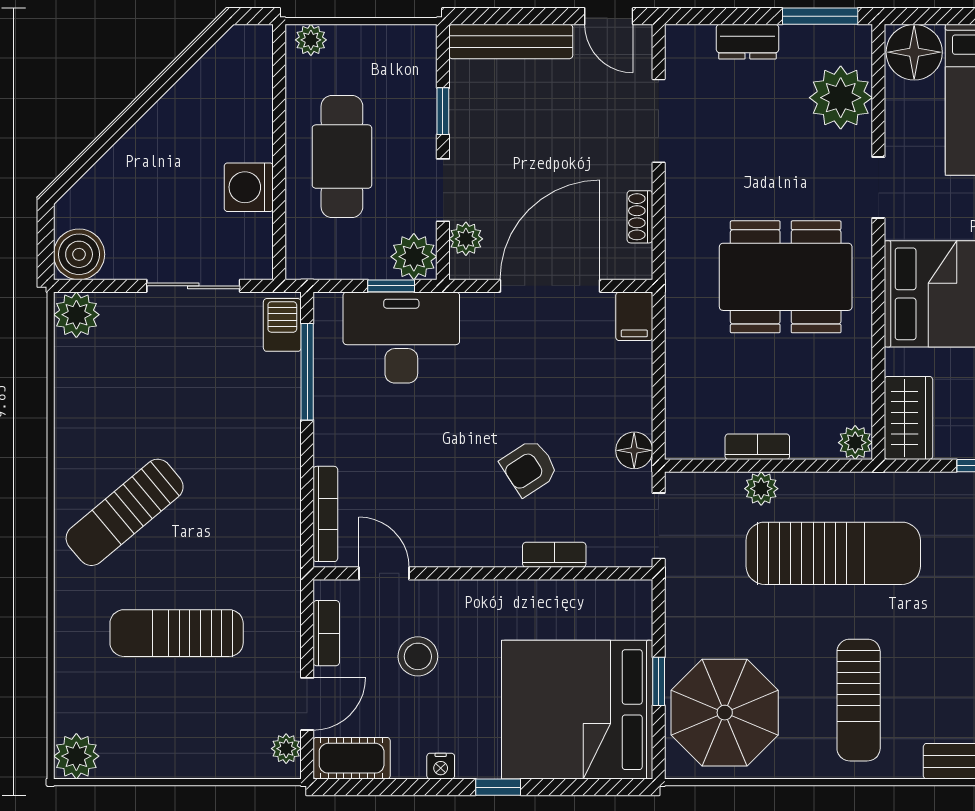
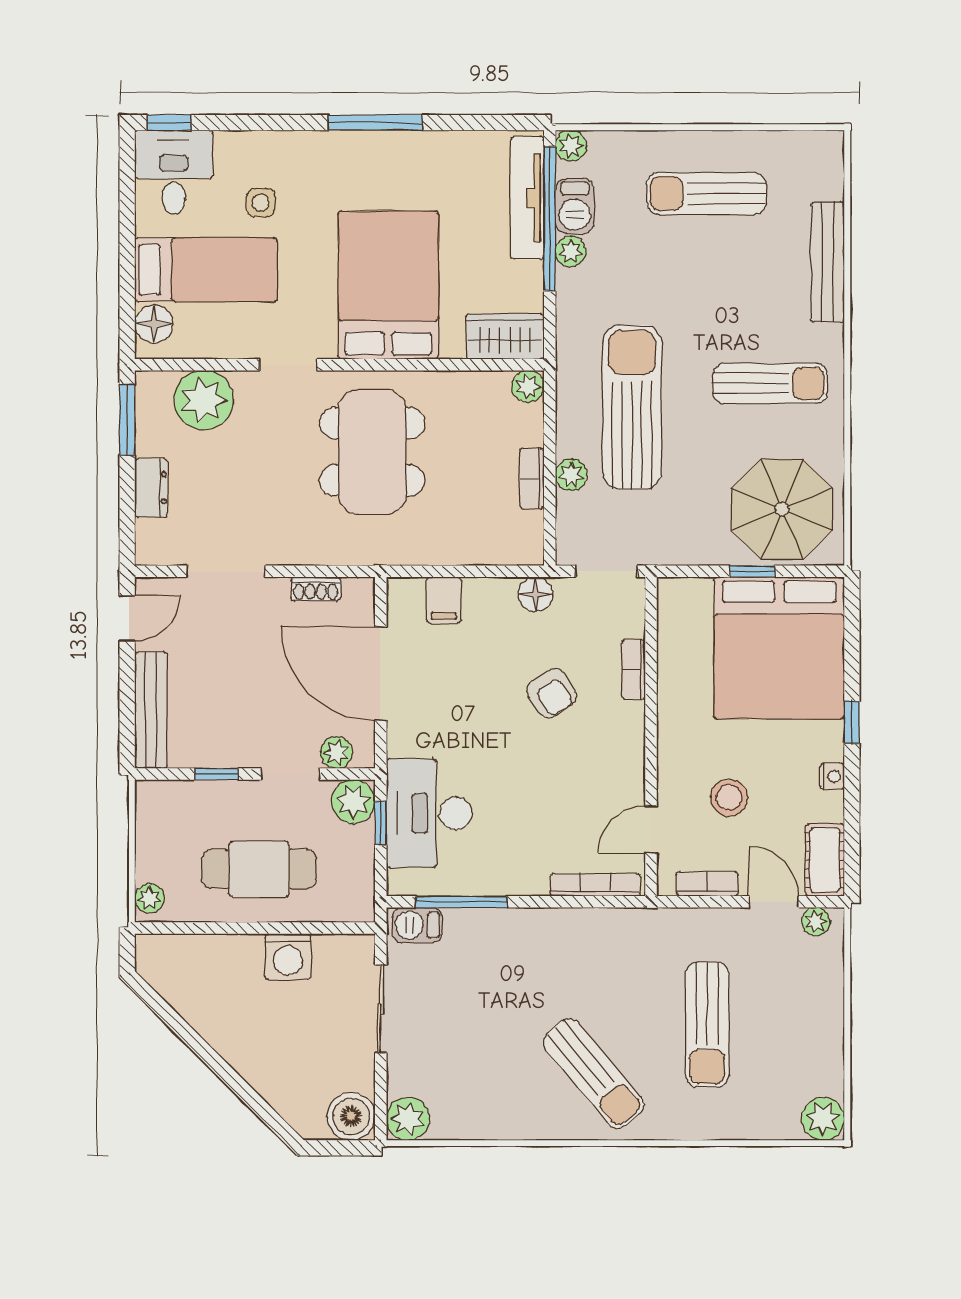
floor lamp: (914, 52) -> (154, 324), width x0.73, depth x0.73
filing cabinet: (634, 316) -> (444, 600), moved, turned 90

